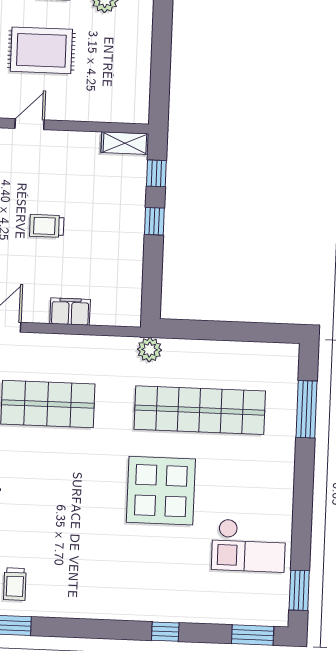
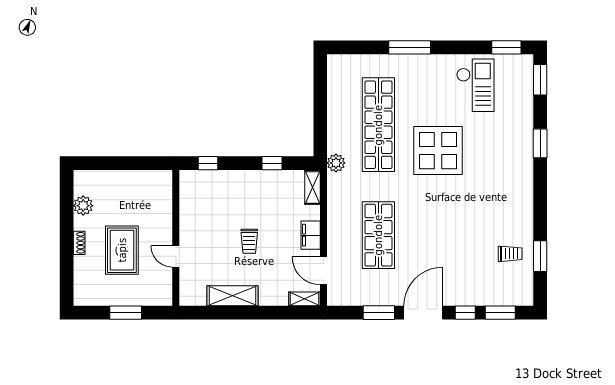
shelving: (125, 143) -> (313, 187), moved
window: (154, 221) -> (272, 163), moved
filing cabinet: (70, 312) -> (311, 235), moved
window: (306, 409) -> (410, 47), moved
window: (165, 632) -> (540, 143), width x1.50

